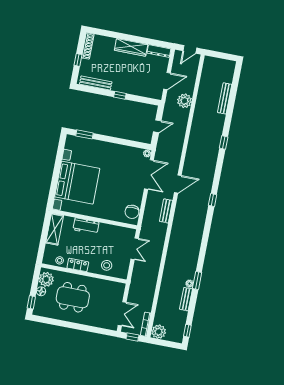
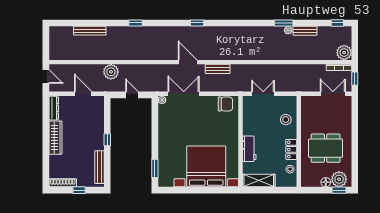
plant: (184, 101) -> (111, 72), moved
plant: (46, 279) -> (339, 179), moved
dining table: (73, 297) -> (326, 148), turned 90

